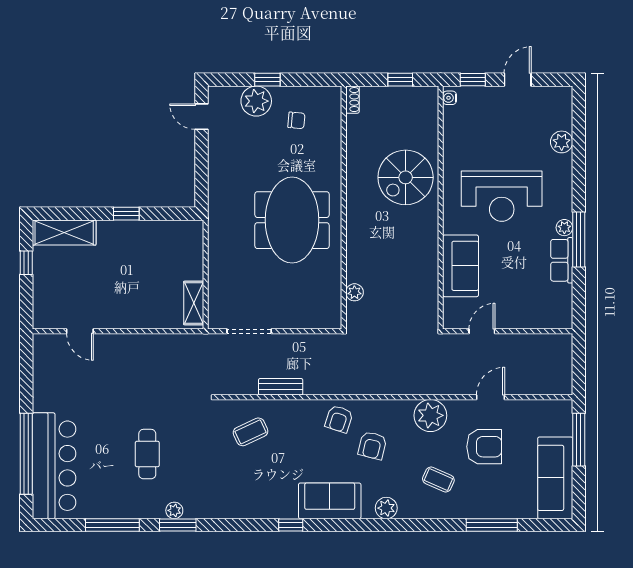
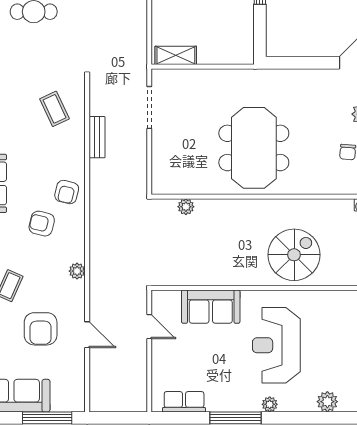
spiral stairs: (406, 177) -> (294, 255), turned 90
meeting table: (292, 220) -> (254, 148), turned 90
plant: (564, 228) -> (270, 404), moved
row of seats: (562, 260) -> (184, 402), moved
plant: (430, 415) -> (77, 271), width x0.53, depth x0.53
armchair: (339, 419) -> (67, 192), turned -94

